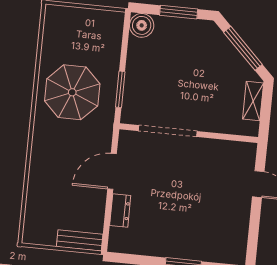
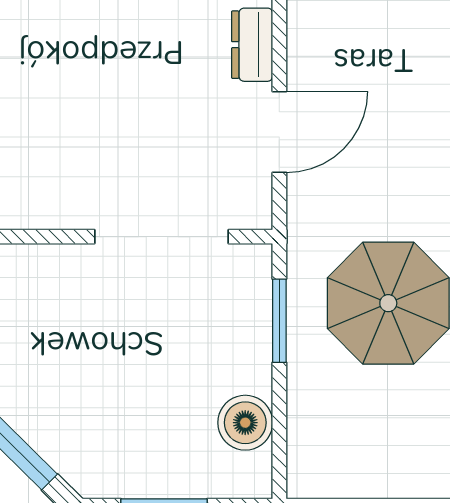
boiler: (142, 25) -> (245, 423), moved

